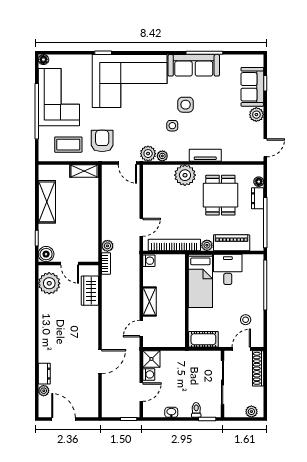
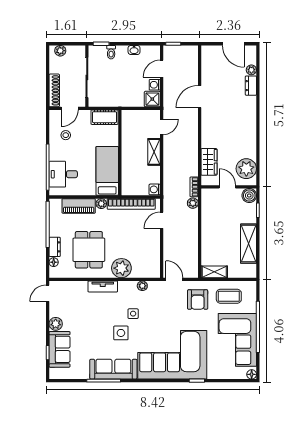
plant: (148, 154) -> (155, 288), removed
desk: (228, 269) -> (63, 174), moved, turned 90

